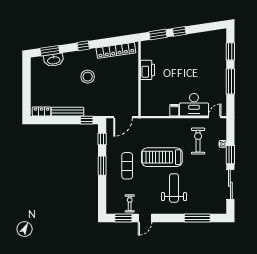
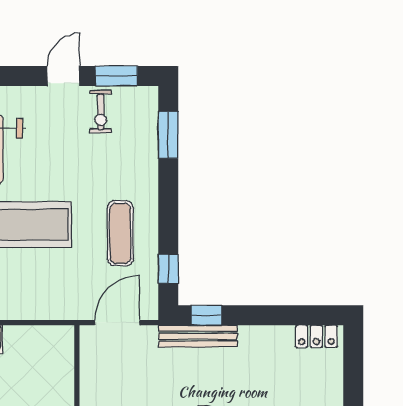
bench: (67, 112) -> (198, 336), moved
window: (102, 166) -> (168, 135), moved
exercise mat: (127, 166) -> (120, 233), moved

